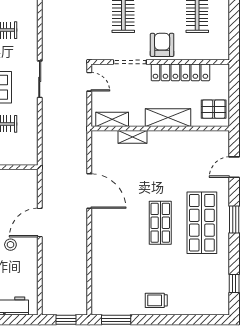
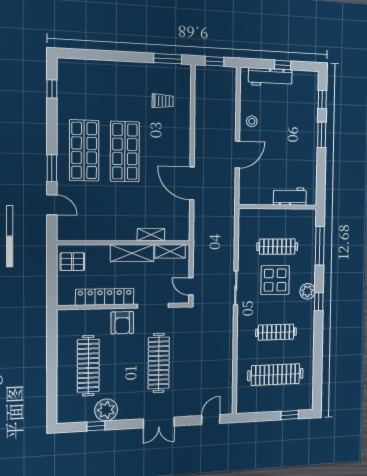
shelving: (168, 118) -> (132, 253), moved
door: (234, 167) -> (52, 205), hinge flipped
window: (234, 220) -> (52, 168), moved
shop shelf: (160, 223) -> (125, 151), width x1.43, depth x1.36
stool: (10, 245) -> (252, 121), moved
trolley: (156, 300) -> (163, 101), moved

